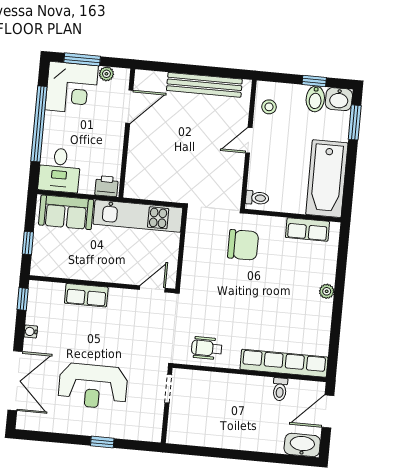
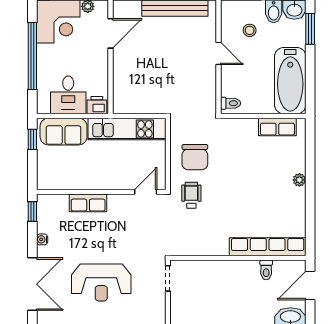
stool: (269, 107) -> (250, 30), moved
door: (249, 140) -> (219, 53), swing flipped
desk: (59, 170) -> (68, 95), moved
window: (28, 243) -> (32, 139), moved
chair: (243, 245) -> (195, 157), moved, turned 90
wheelchair: (207, 348) -> (191, 195), moved, turned 90

